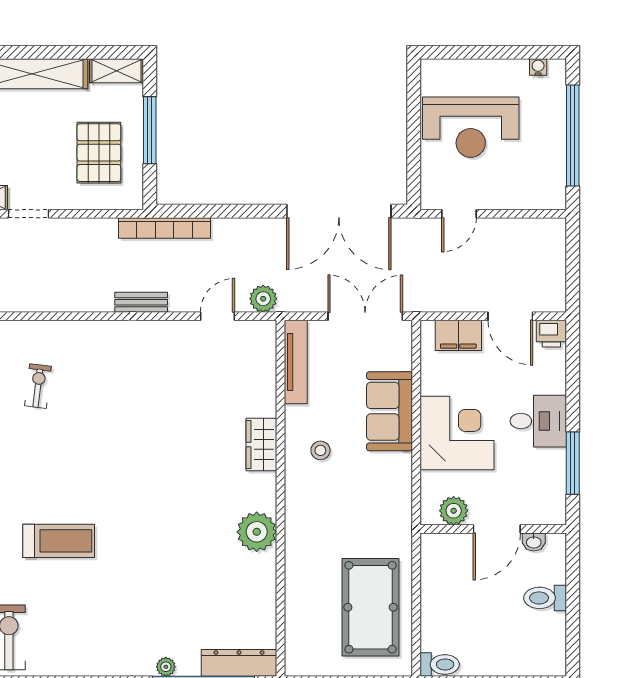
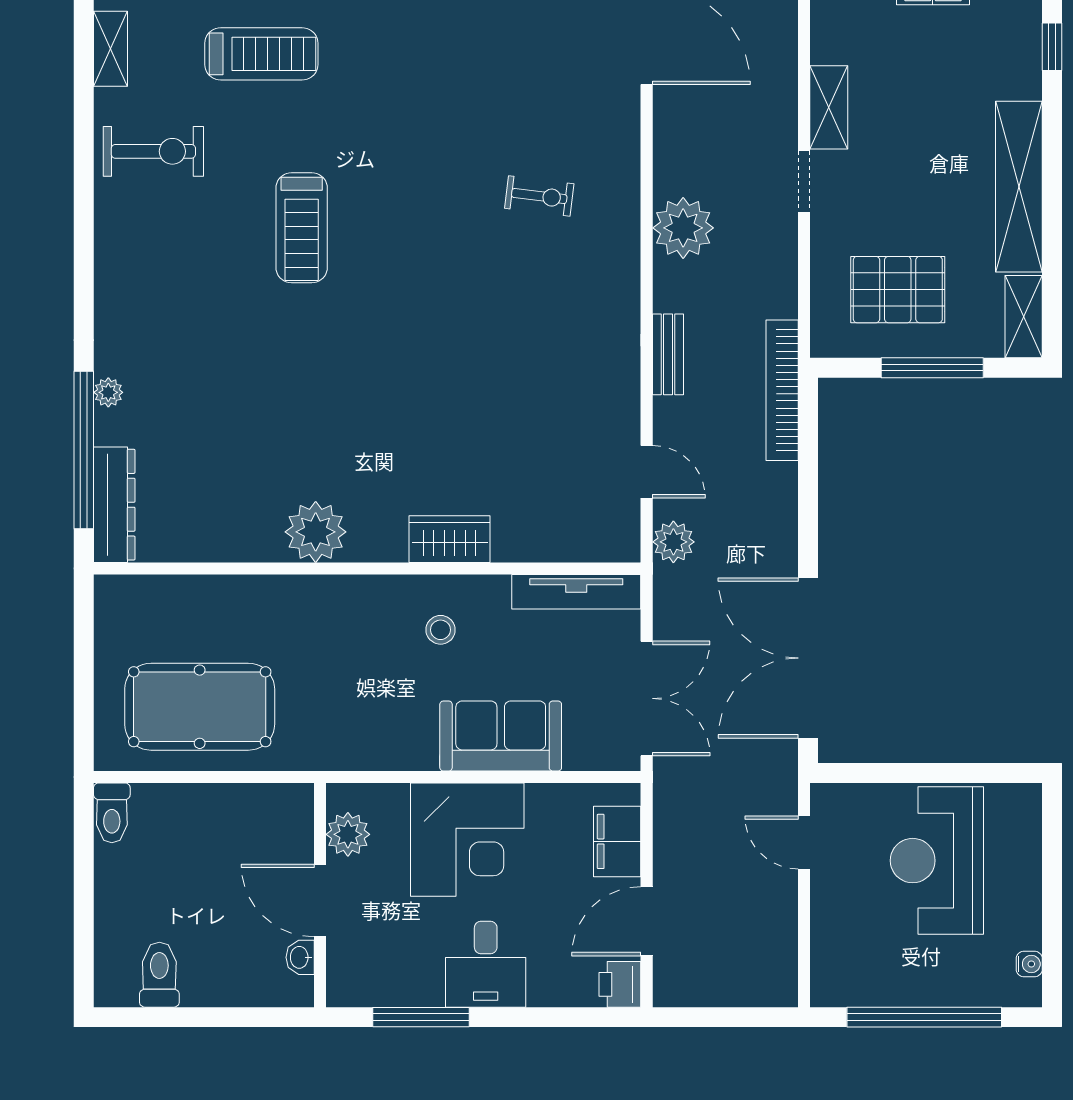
plant: (59, 292) -> (683, 228), added
toilet: (545, 598) -> (159, 975), moved

